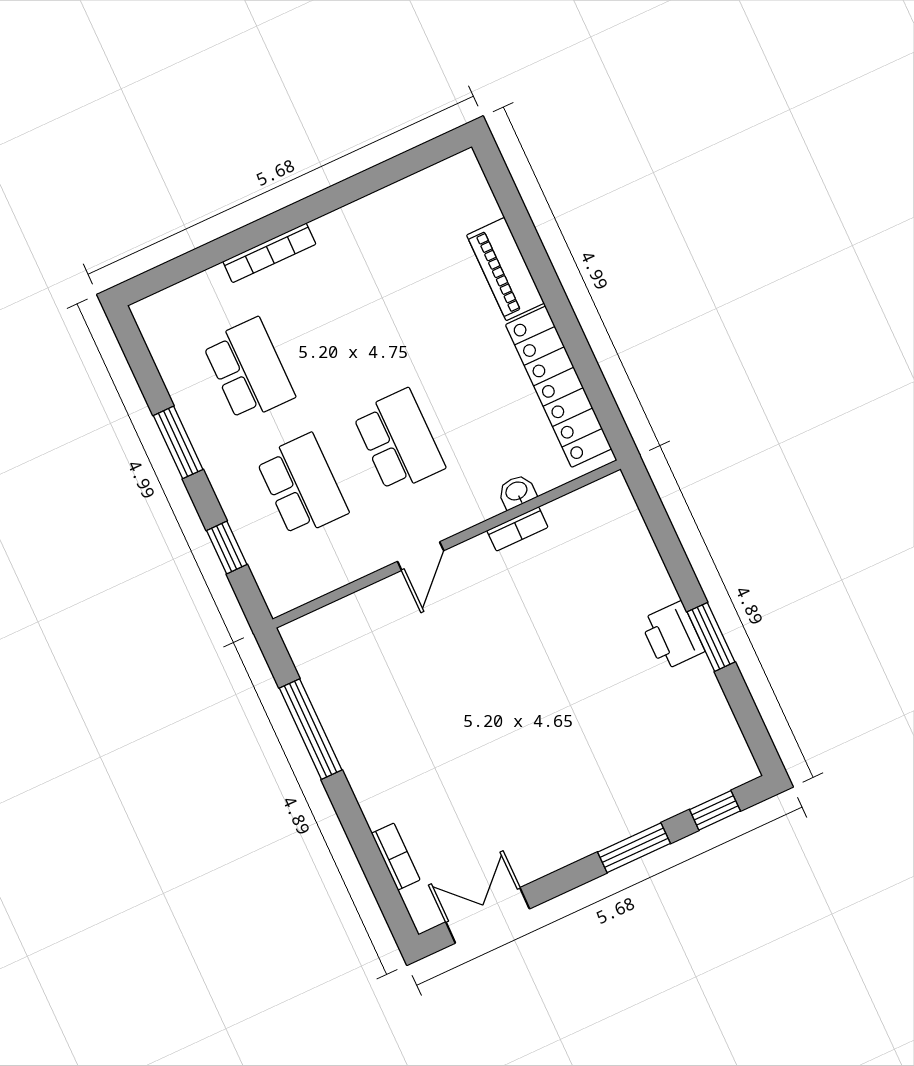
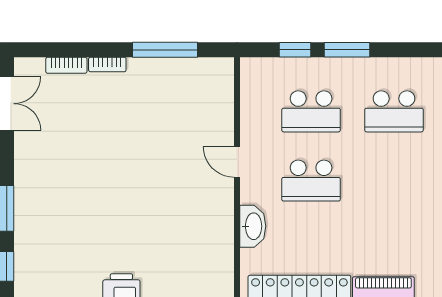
window: (178, 442) -> (347, 50), moved
washbasin: (517, 492) -> (253, 226), width x1.91, depth x1.45
bookcase: (517, 529) -> (107, 65), moved, turned -90

